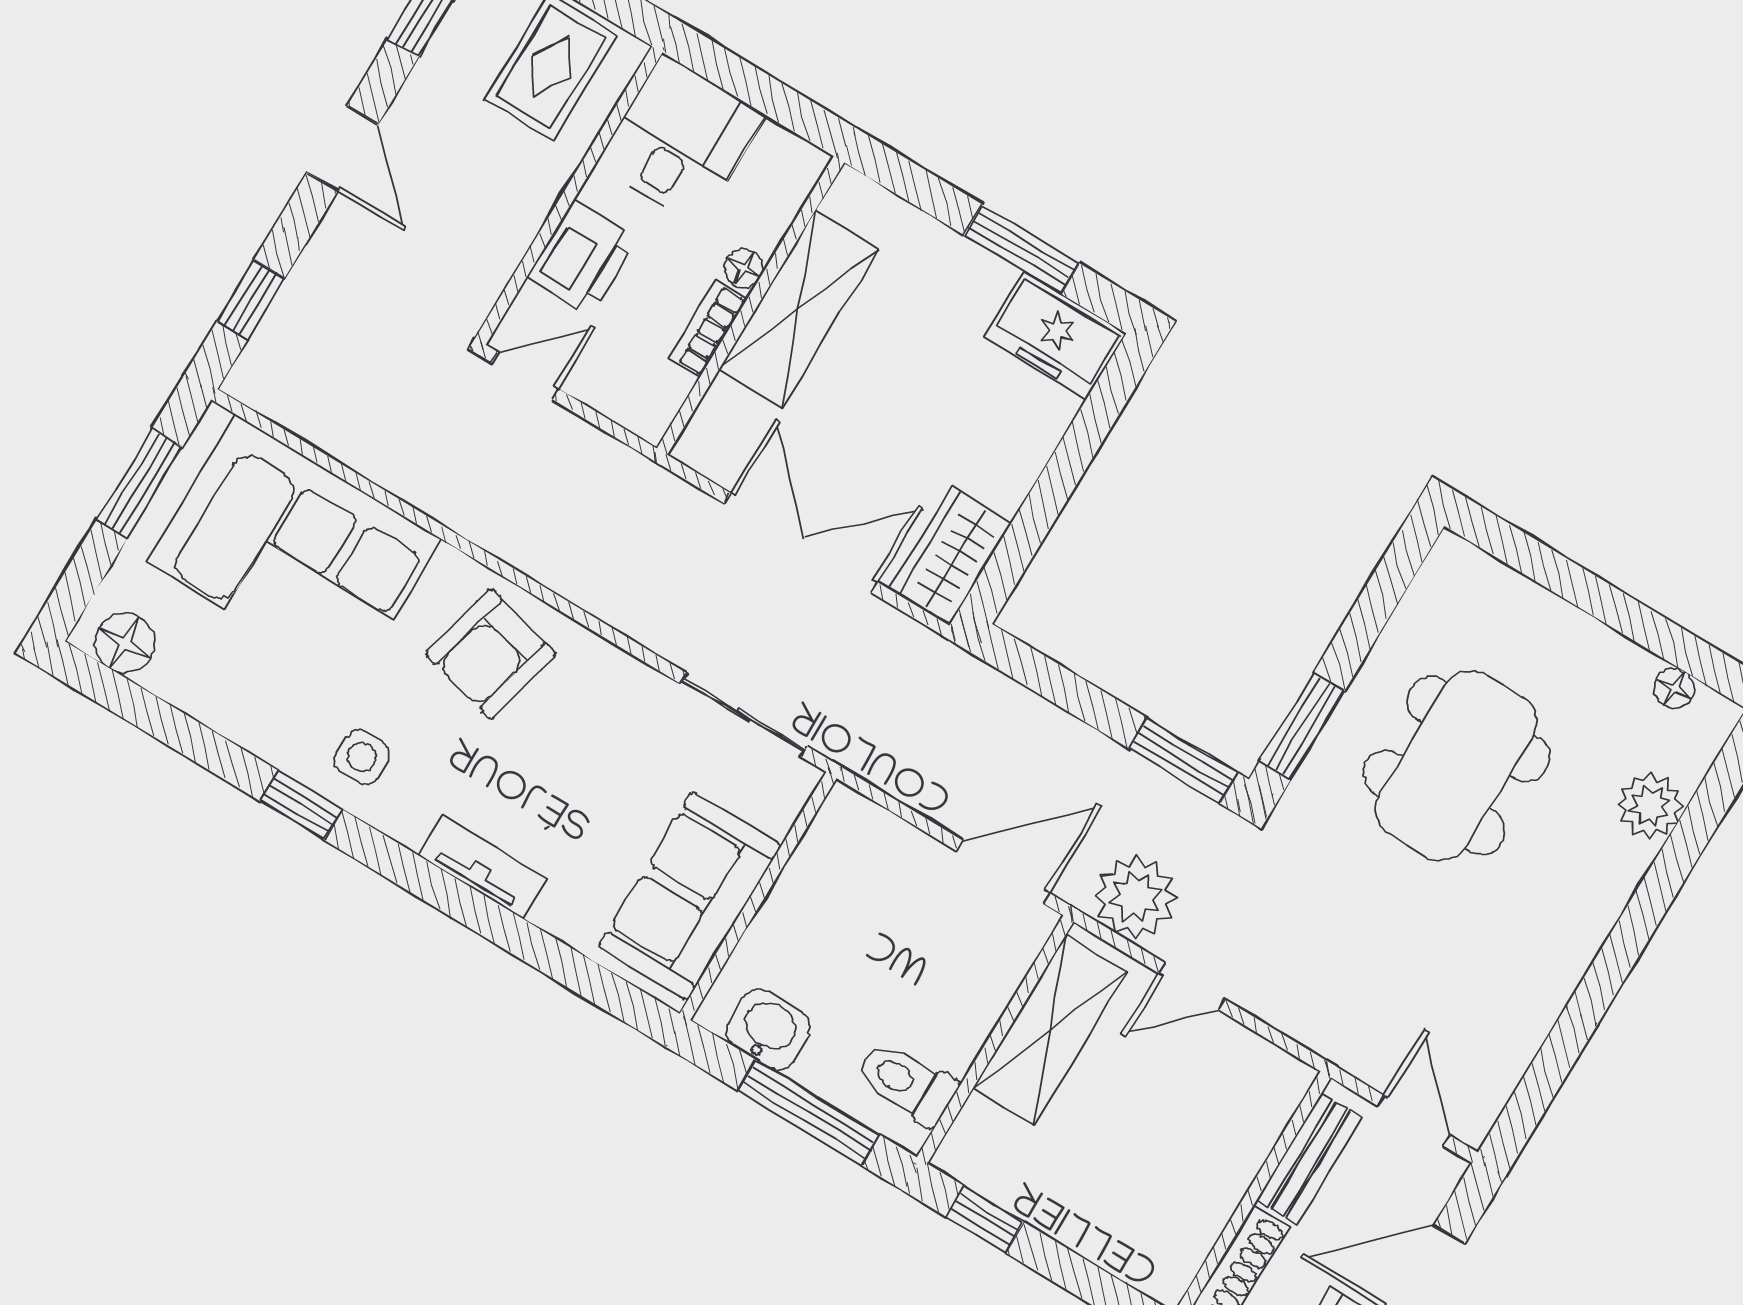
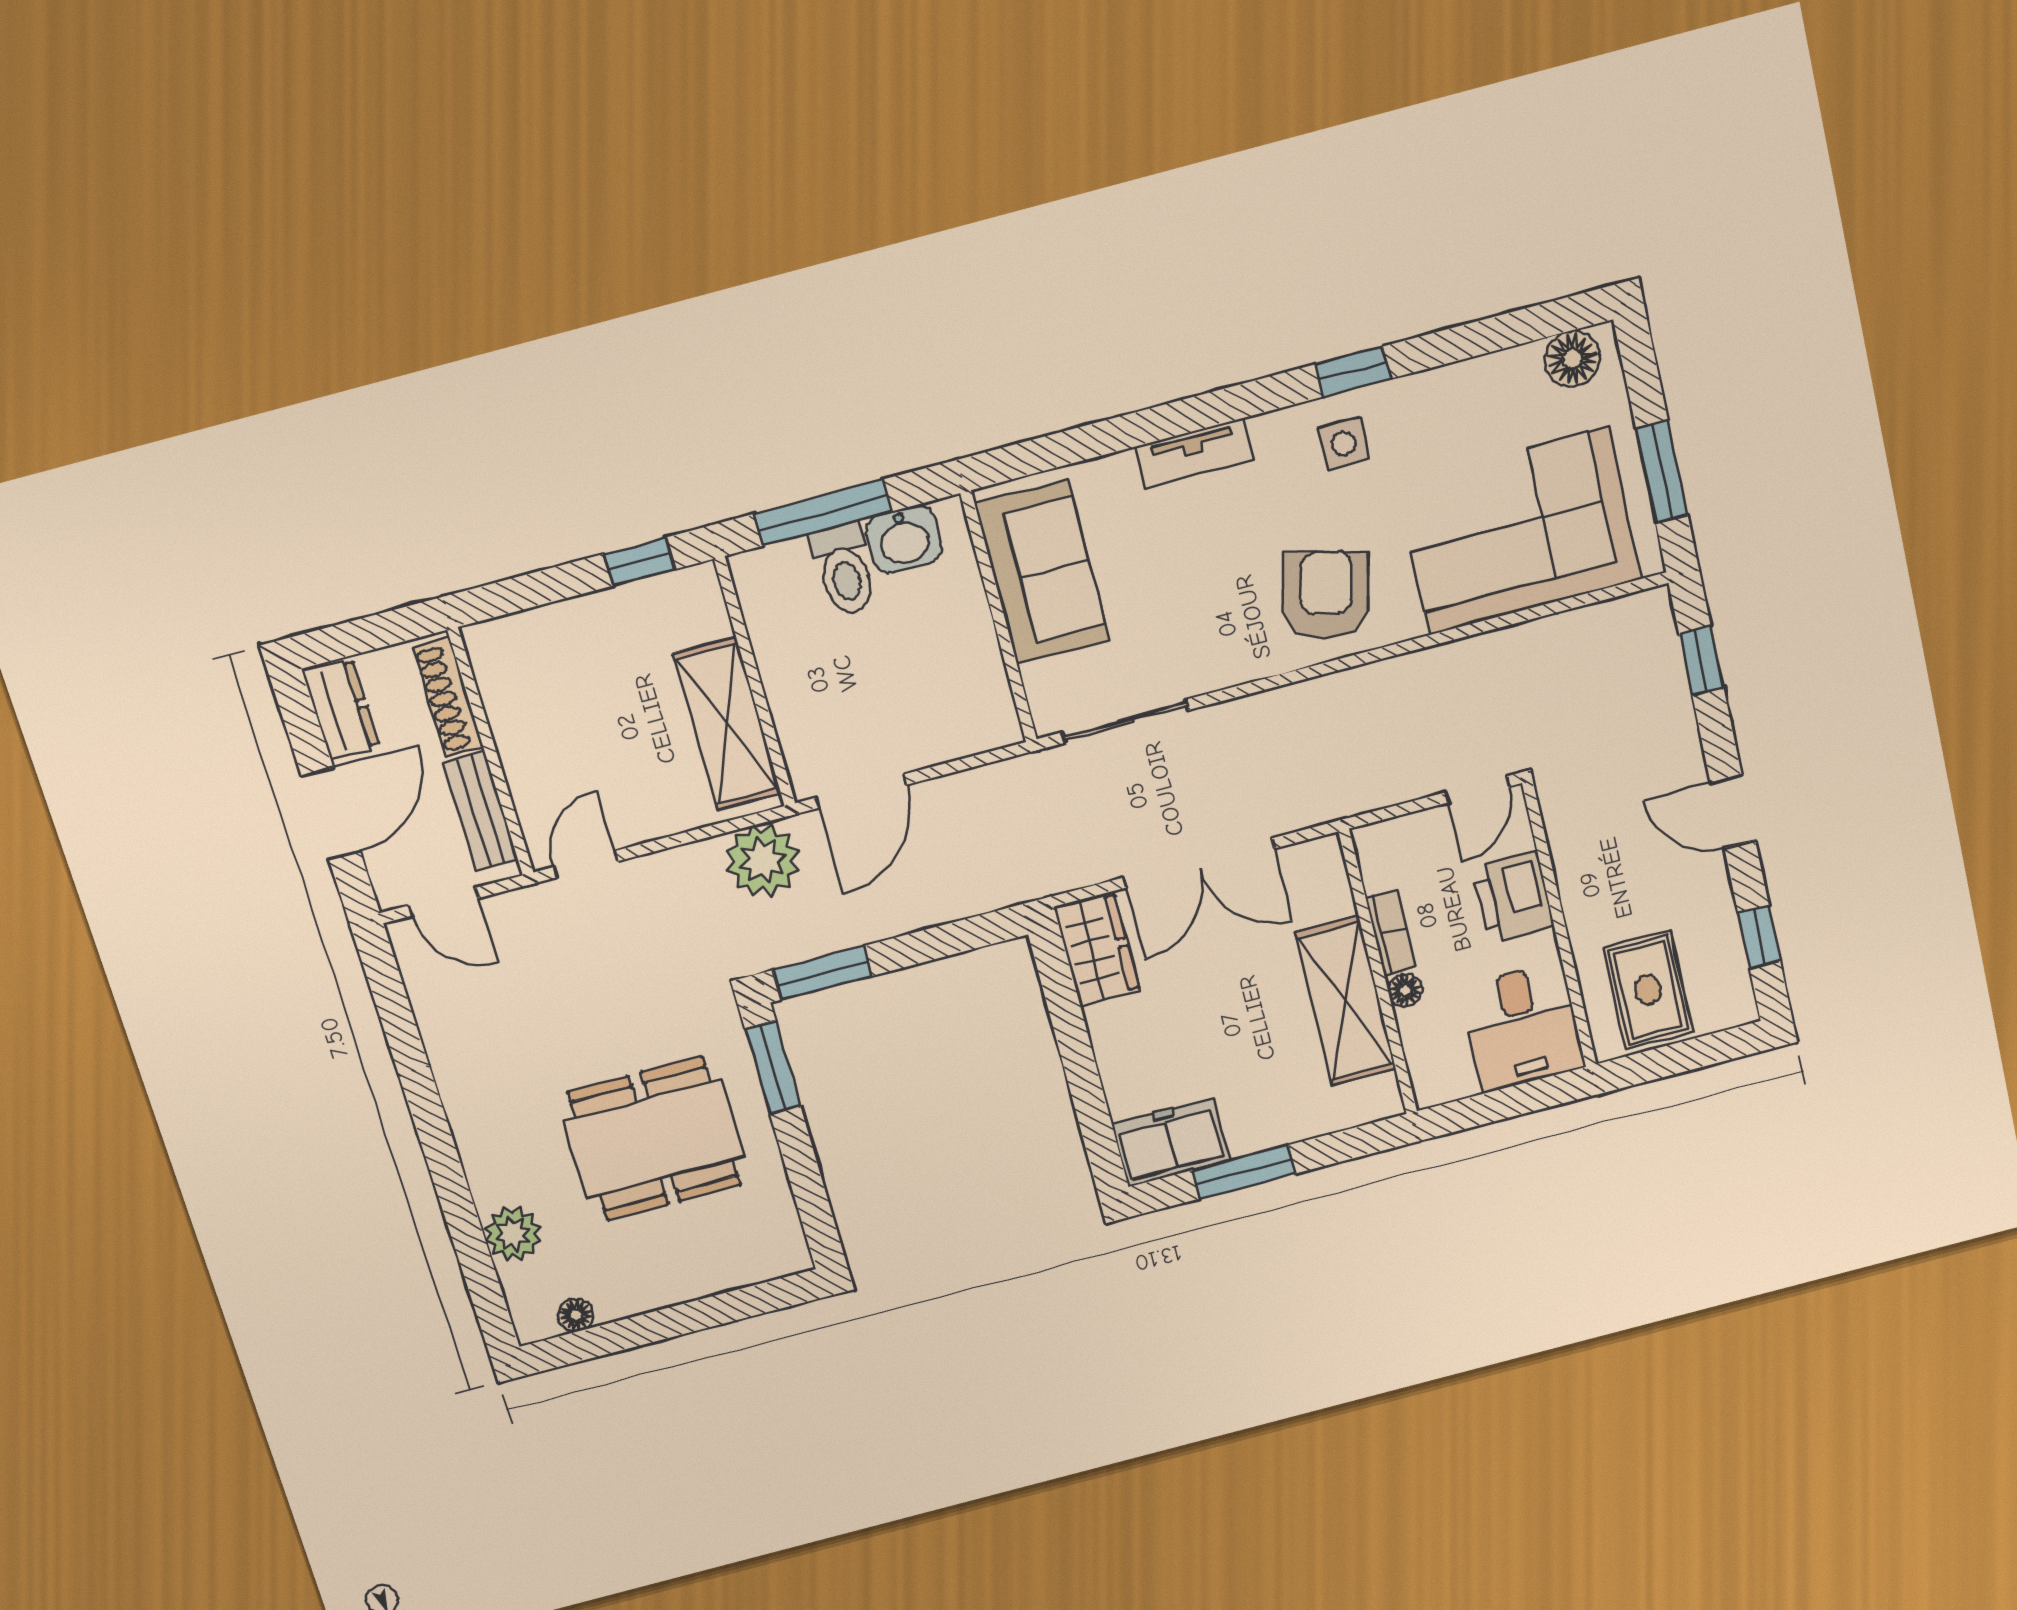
dining table: (1456, 766) -> (654, 1139), turned 90
door: (1192, 986) -> (585, 864), moved
toilet: (907, 1083) -> (844, 569), moved, turned 90

